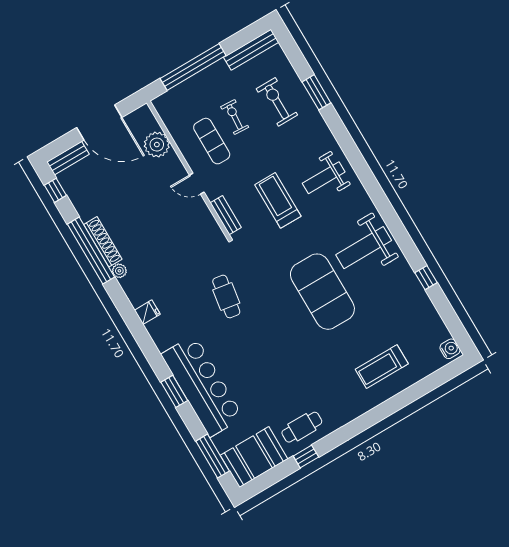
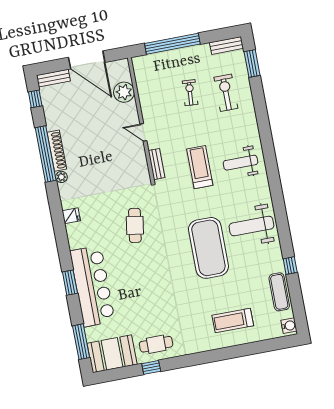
bench: (251, 50) -> (227, 45), width x0.73
window: (316, 92) -> (252, 63), moved
exercise mat: (212, 141) -> (279, 292), moved

